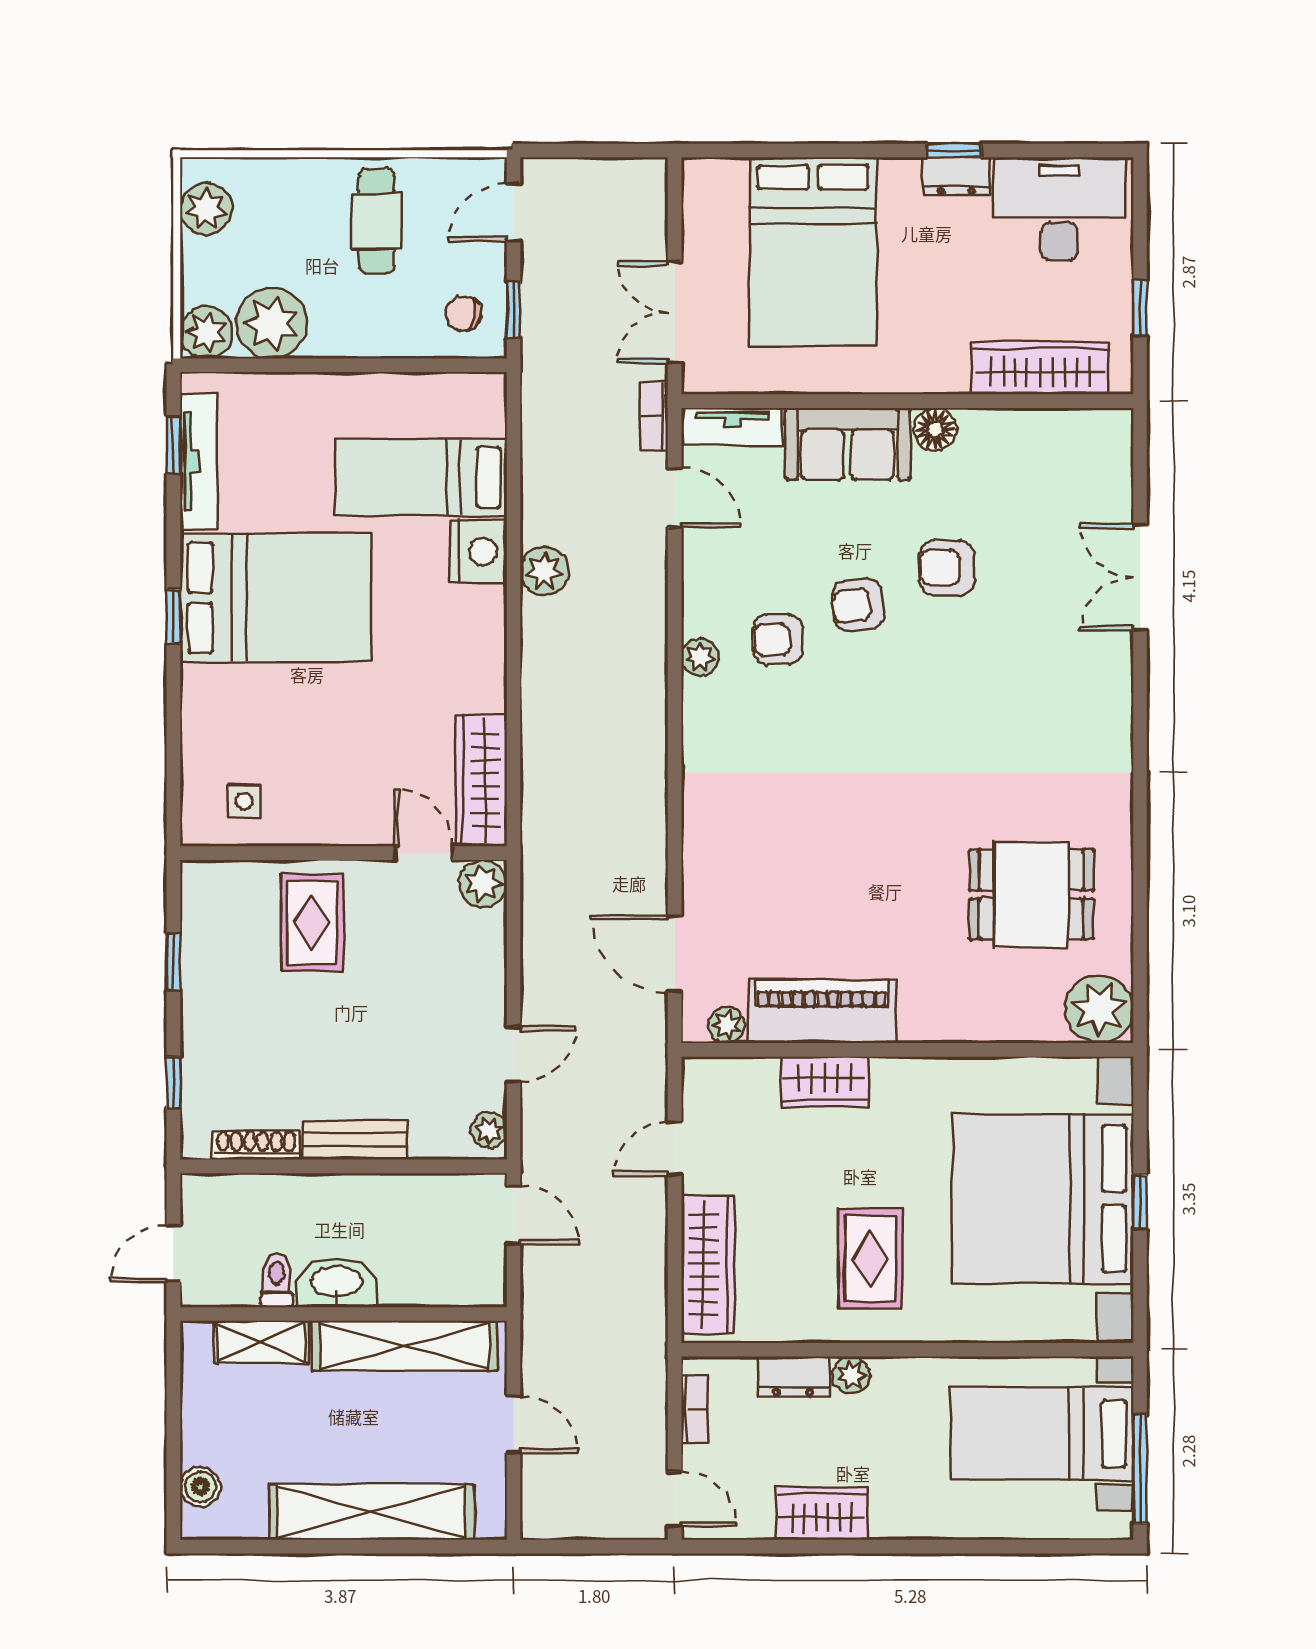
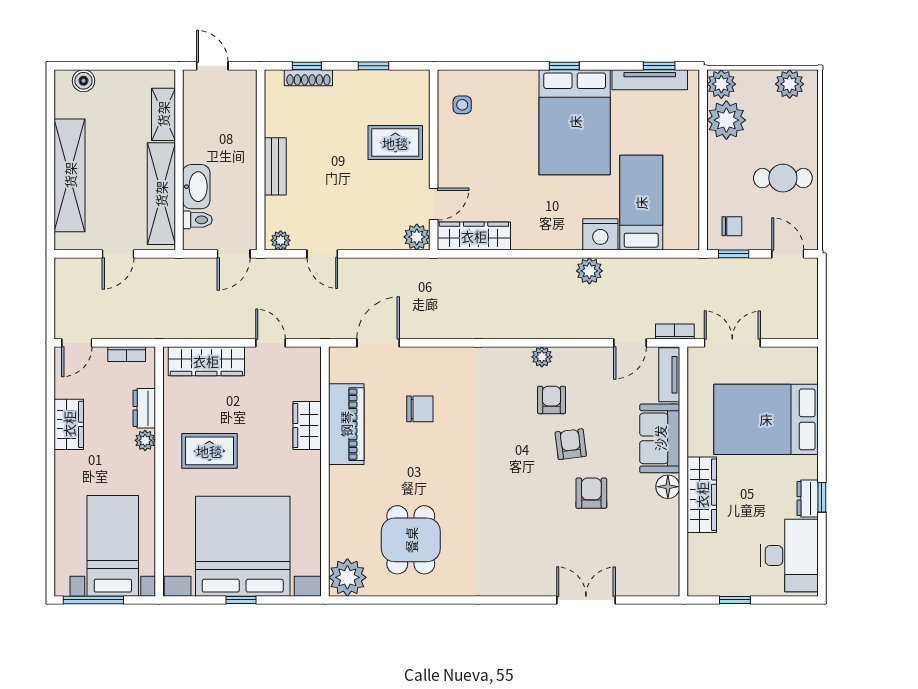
chair: (464, 313) -> (732, 226), turned 77
wardrobe: (1040, 368) -> (702, 495), moved
chair: (794, 878) -> (420, 409), added
plant: (727, 1025) -> (339, 372), removed
shoe rack: (256, 1145) -> (308, 78), moved, turned 90
toilet: (277, 1281) -> (197, 220), moved
washbasin: (337, 1283) -> (196, 187), moved

